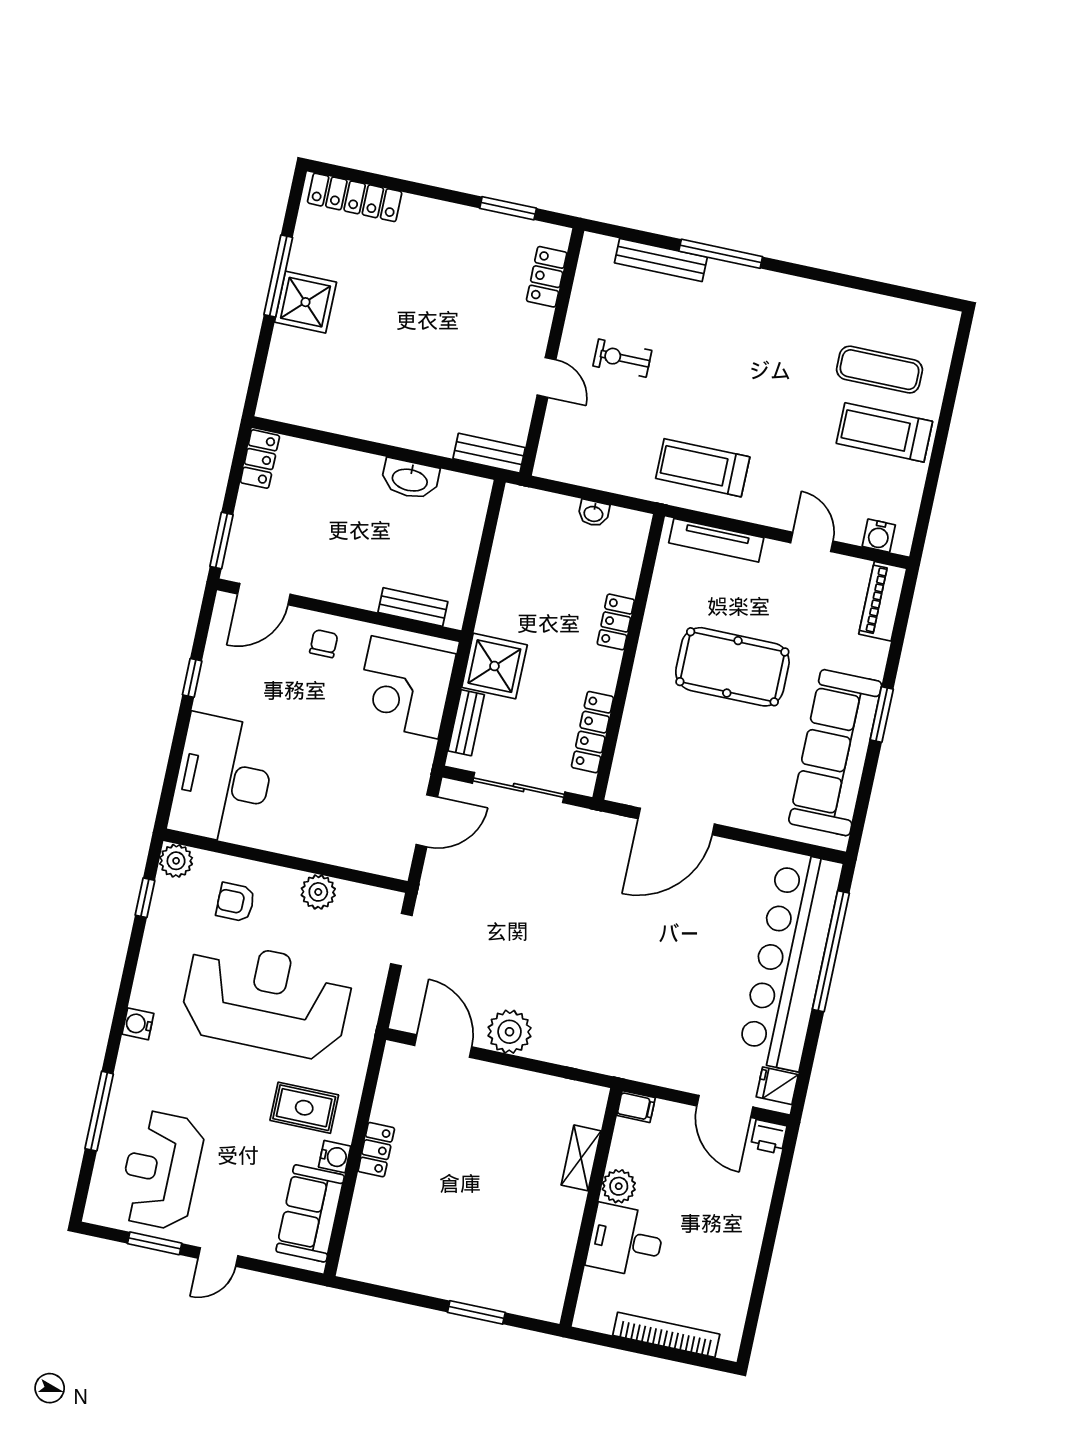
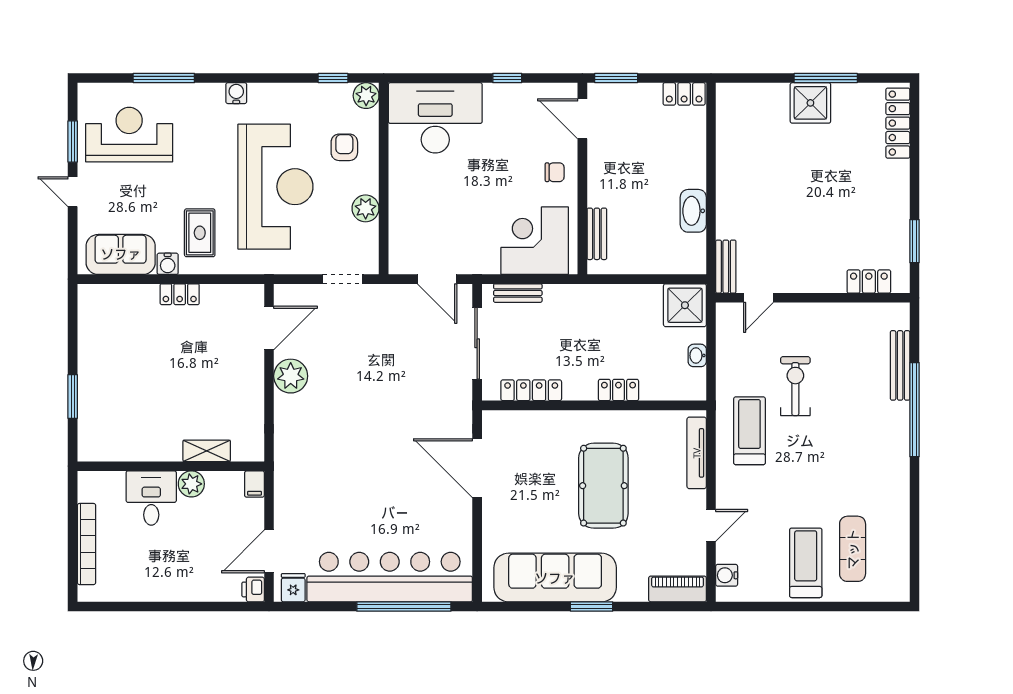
window: (721, 254) -> (914, 410), width x1.46
exercise bike: (622, 358) -> (795, 386), moved, width x1.38, depth x1.39
door: (547, 377) -> (758, 298), moved
shower: (494, 666) -> (685, 305), moved

